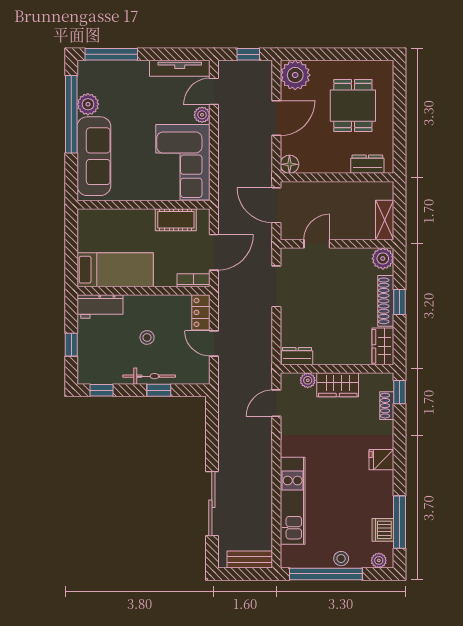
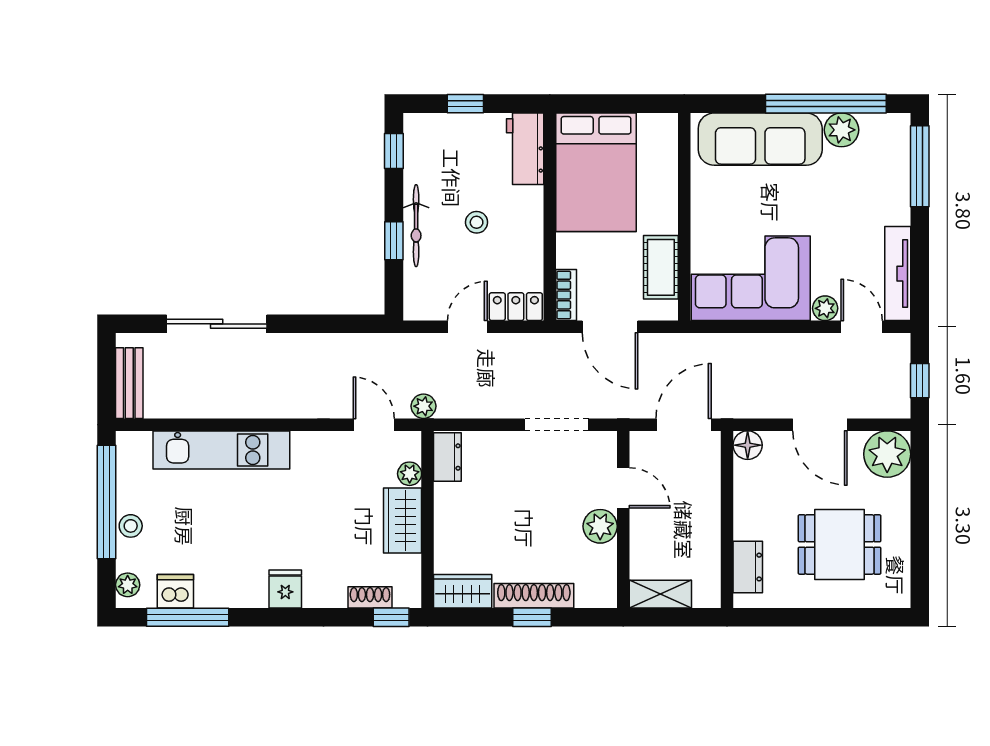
plant: (383, 259) -> (600, 526), moved
bed: (115, 270) -> (596, 172), width x1.50
plant: (265, 371) -> (423, 406), added

